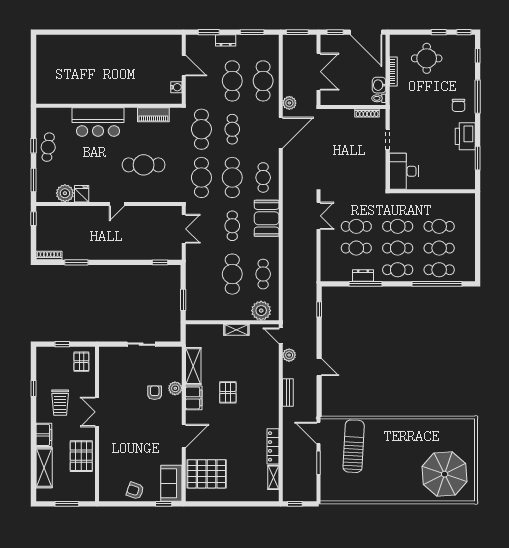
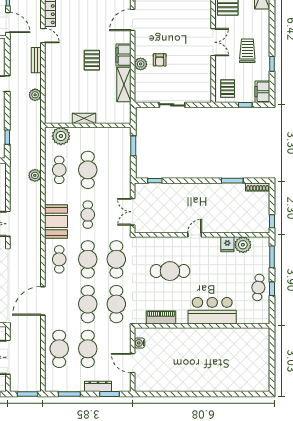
dresser: (226, 40) -> (98, 386), width x1.44
plant: (289, 103) -> (35, 175), moved
cafe table: (232, 129) -> (88, 304), width x1.37, depth x1.35
door: (281, 336) -> (43, 36), moved
filing cabinet: (44, 435) -> (262, 92), moved

